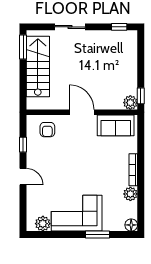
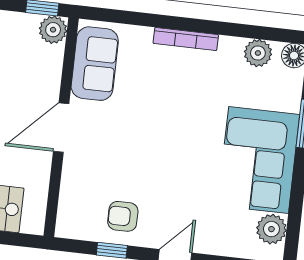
armchair: (47, 130) -> (123, 216), moved, turned 180
plant: (130, 194) -> (258, 53), moved

